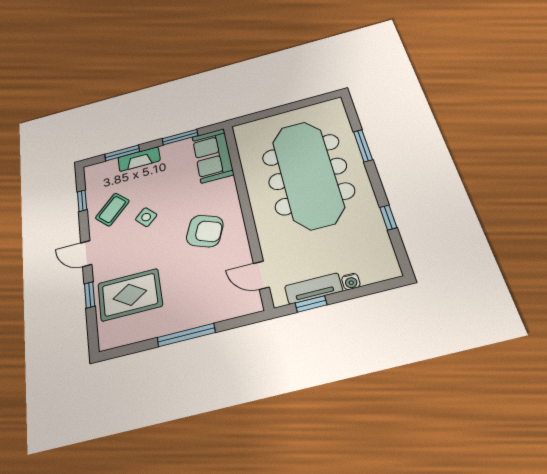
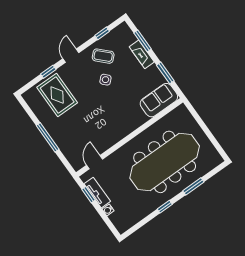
window: (388, 217) -> (165, 207), moved
armchair: (205, 231) -> (109, 119), removed

